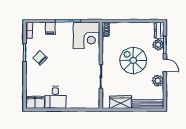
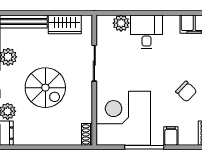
corner desk: (86, 35) -> (123, 118), width x1.36, depth x1.36
desk: (55, 97) -> (147, 32), moved
plant: (83, 103) -> (121, 23), added

